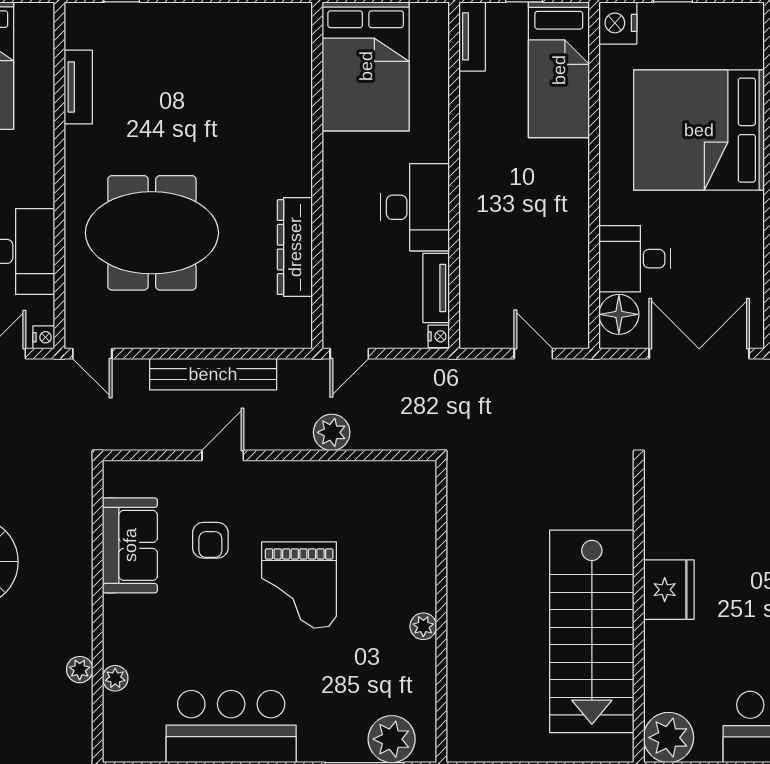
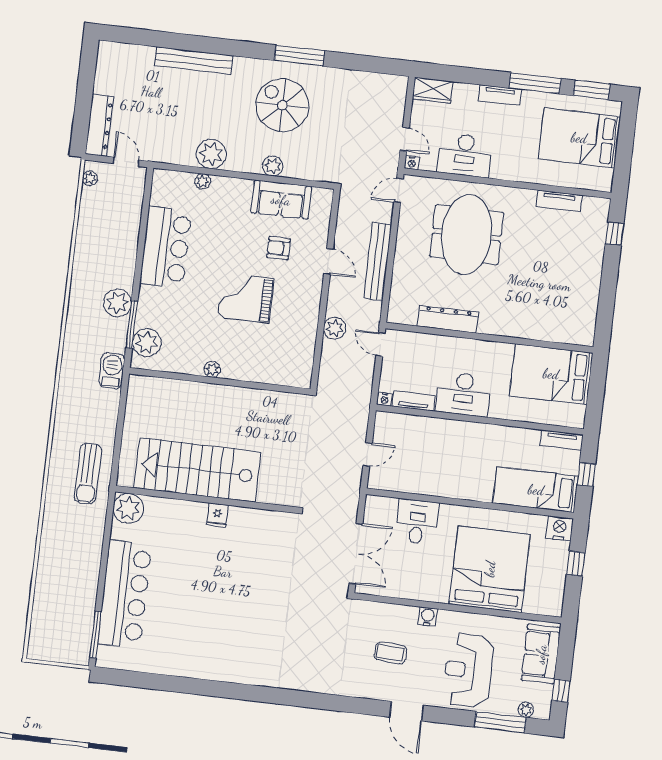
floor lamp: (619, 314) -> (385, 508), removed
plant: (76, 566) -> (273, 166), added
fridge: (669, 590) -> (217, 515), width x0.53, depth x0.75
plant: (80, 670) -> (211, 154), width x1.88, depth x1.88

